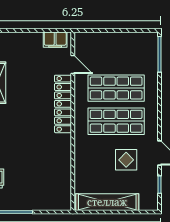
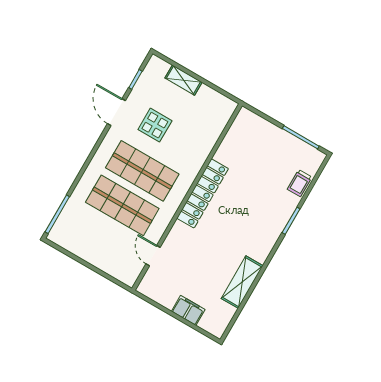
filing cabinet: (55, 40) -> (188, 310), moved
locker: (63, 104) -> (203, 193), moved
shelving: (107, 202) -> (183, 80), width x0.45, depth x0.75

